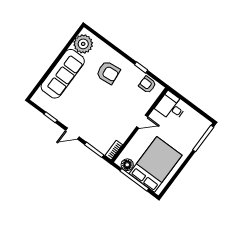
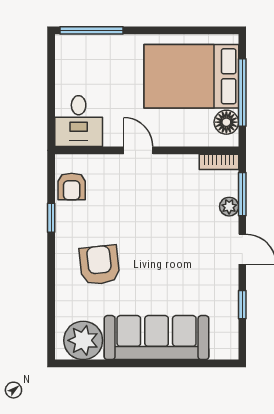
plant: (93, 141) -> (229, 207), added

